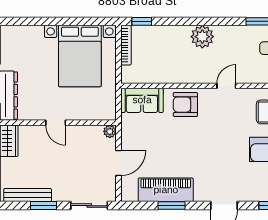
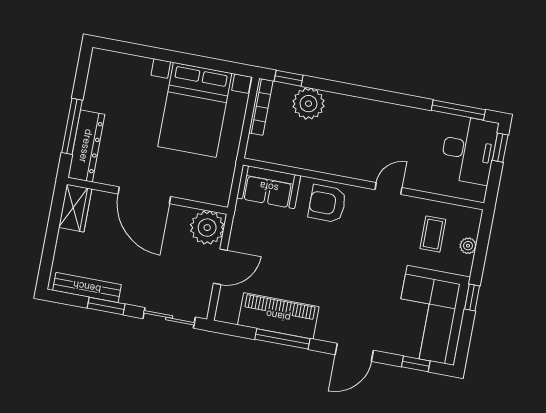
plant: (202, 37) -> (308, 104), moved
door: (56, 123) -> (144, 195), width x1.88
plant: (110, 131) -> (207, 228), width x1.87, depth x1.87
window: (172, 206) -> (282, 339), width x1.44

